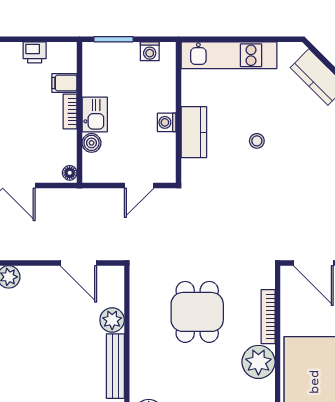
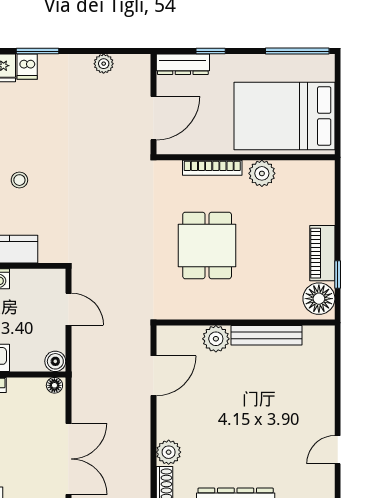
boiler: (92, 143) -> (55, 361), moved
dining table: (197, 312) -> (207, 245), turned 90
plant: (258, 362) -> (262, 173), width x0.73, depth x0.73

